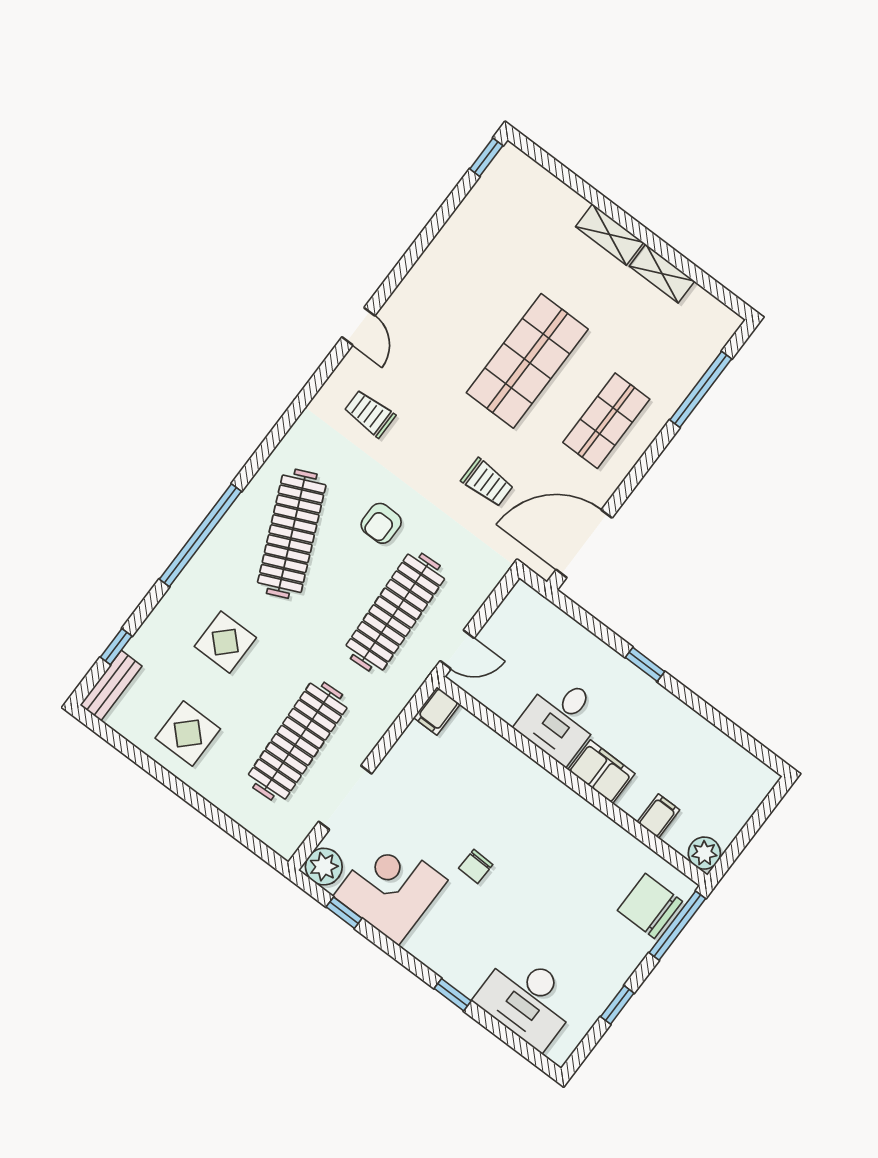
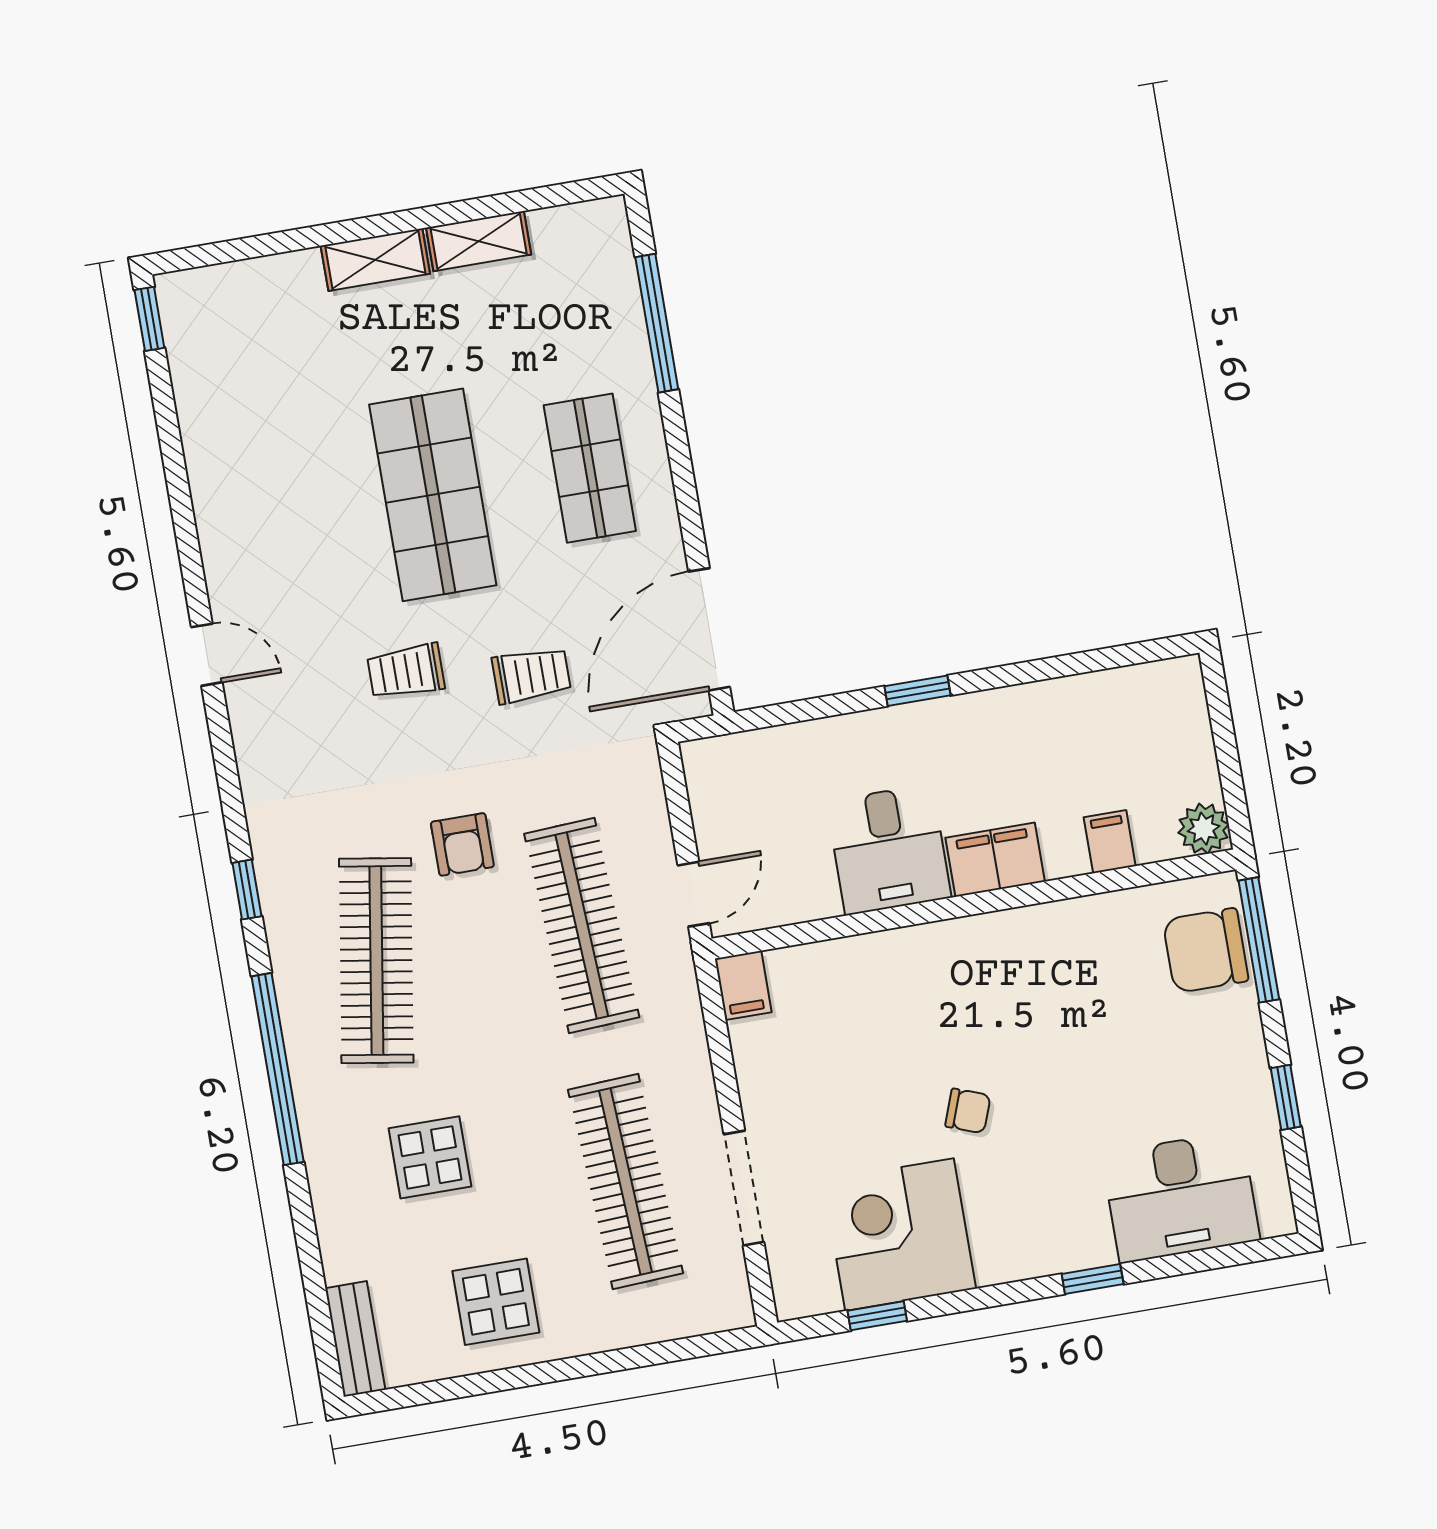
trolley: (370, 414) -> (406, 671), moved
clothes rail: (292, 534) -> (376, 961), turned 33
window: (116, 647) -> (247, 890), moved
chair: (476, 866) -> (968, 1111), turned -72
plant: (324, 867) -> (801, 1289), removed

